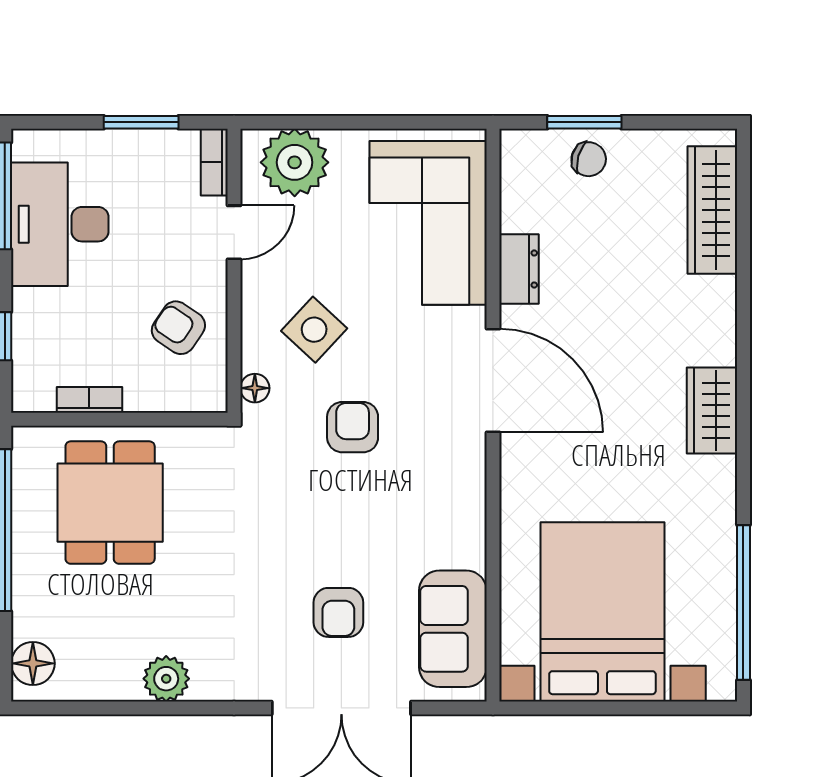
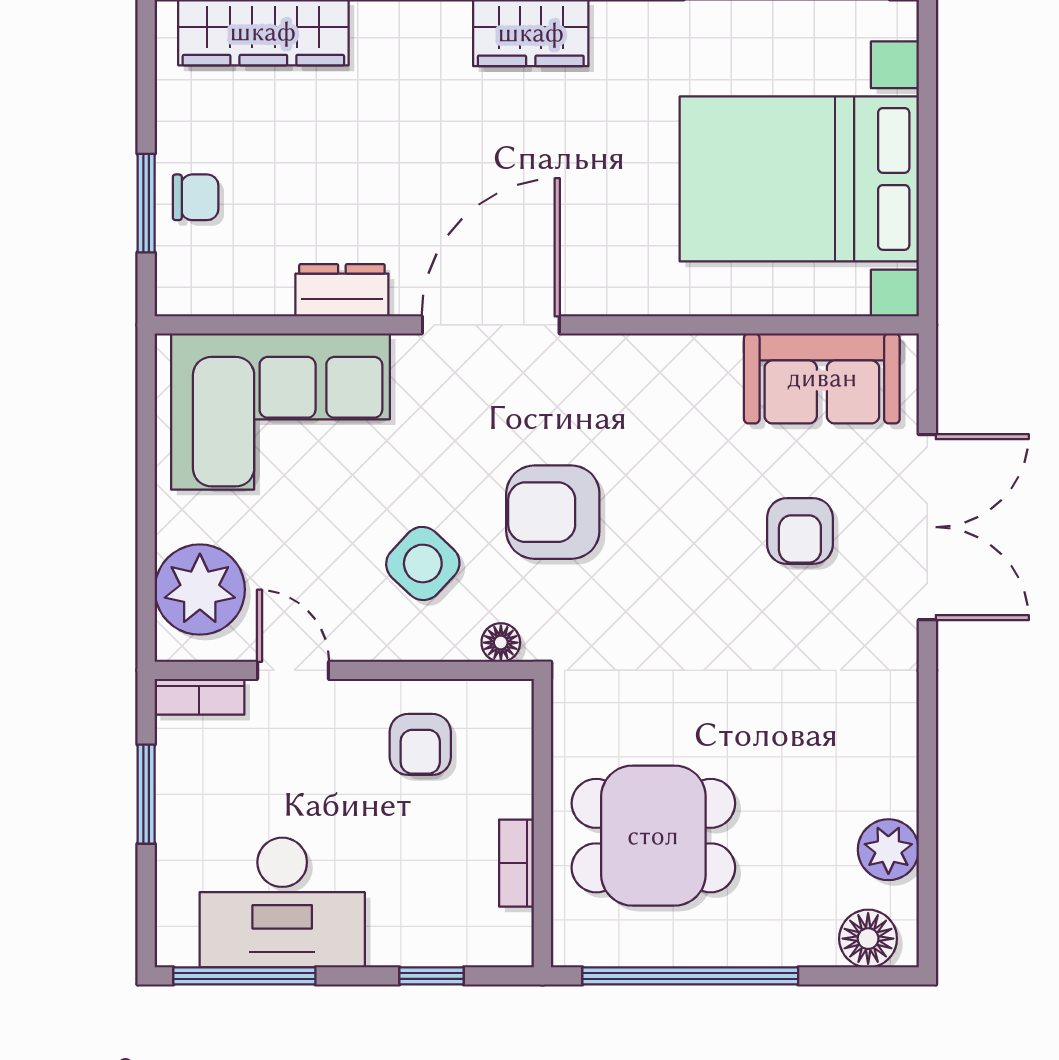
chair: (589, 159) -> (196, 197), turned 74
armchair: (178, 328) -> (420, 744), turned -34
armchair: (353, 427) -> (553, 512), width x1.38, depth x1.38
armchair: (338, 612) -> (800, 531), turned 90
plant: (166, 679) -> (888, 850), moved

